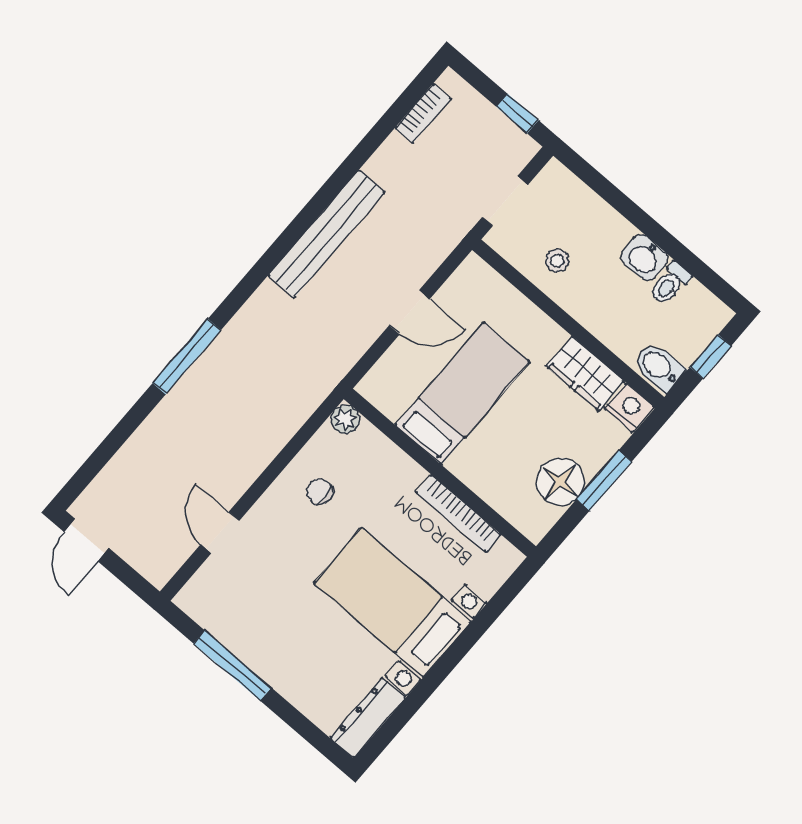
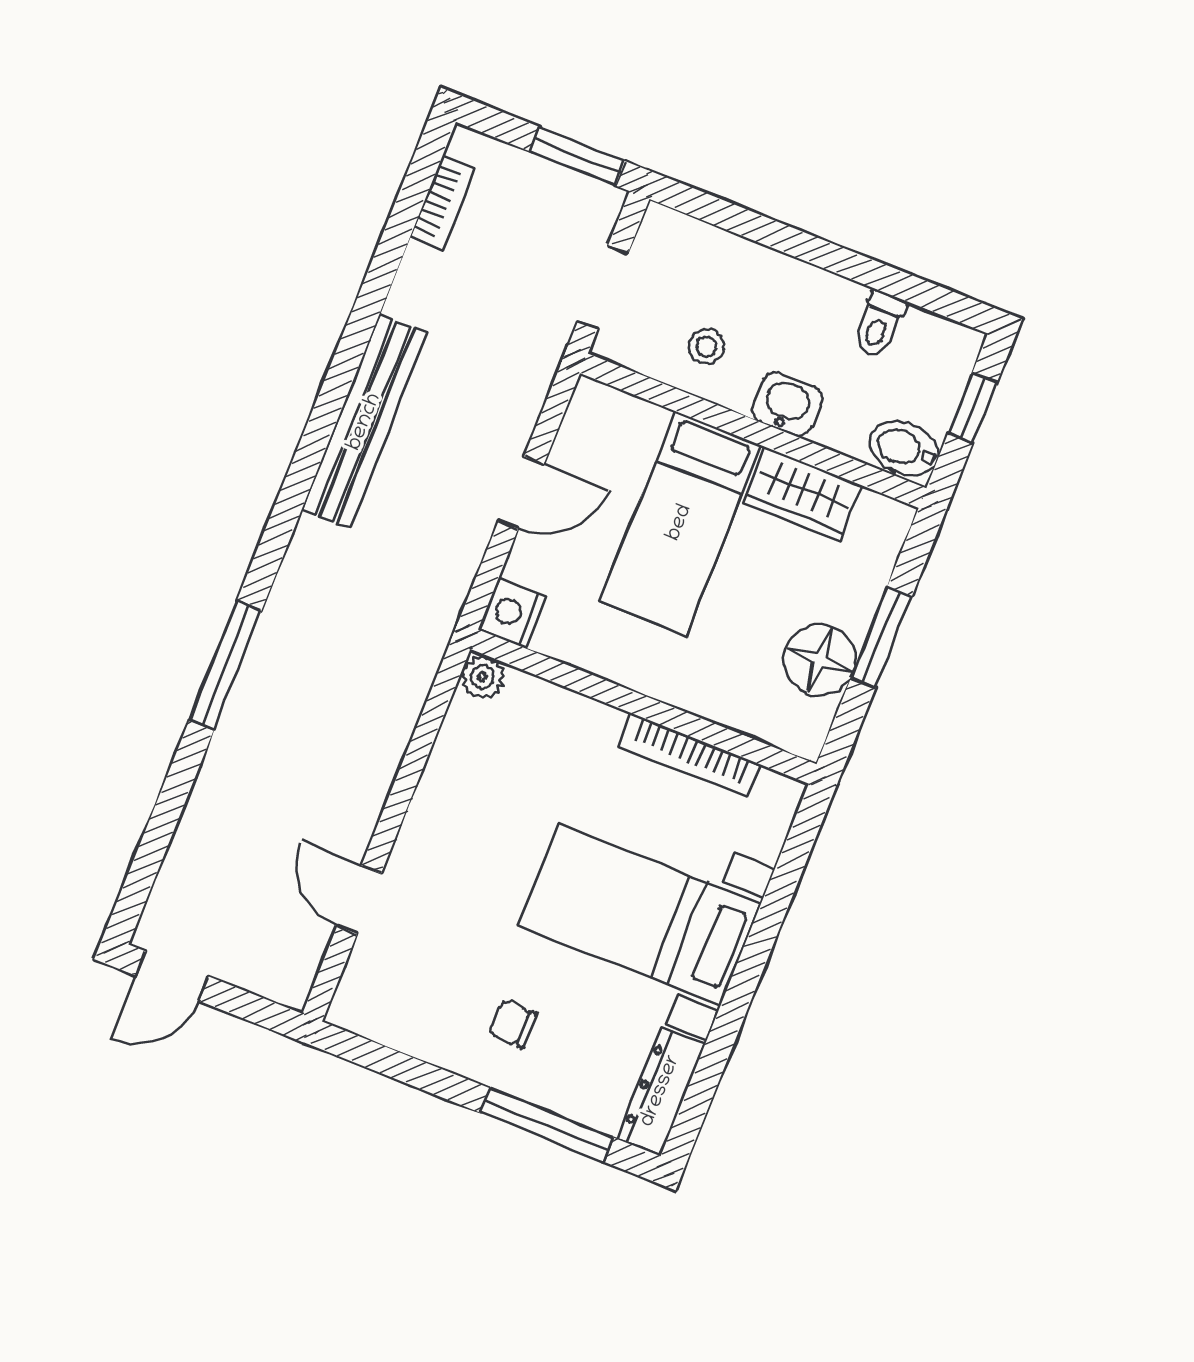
window: (517, 114) -> (578, 156), width x1.50
washbasin: (644, 258) -> (787, 404), moved, turned 180
bed: (462, 393) -> (680, 523), moved, turned 180
nightstand: (629, 408) -> (512, 613), moved, turned -90
chair: (320, 492) -> (513, 1024), moved
door: (86, 540) -> (172, 976), hinge flipped
window: (233, 666) -> (547, 1125), moved

